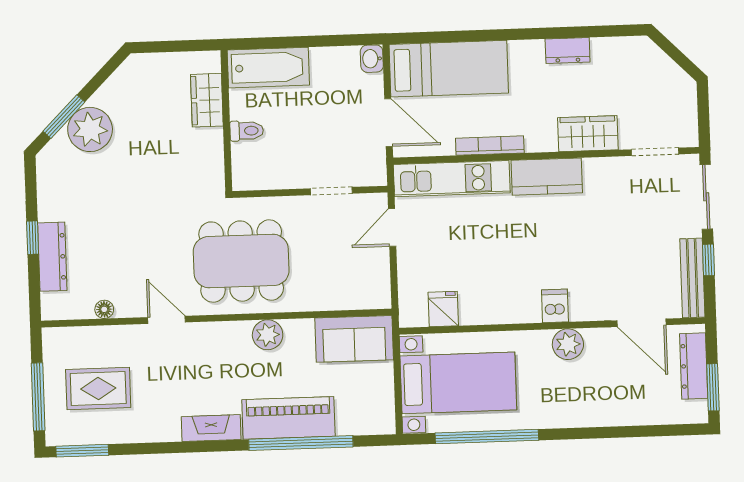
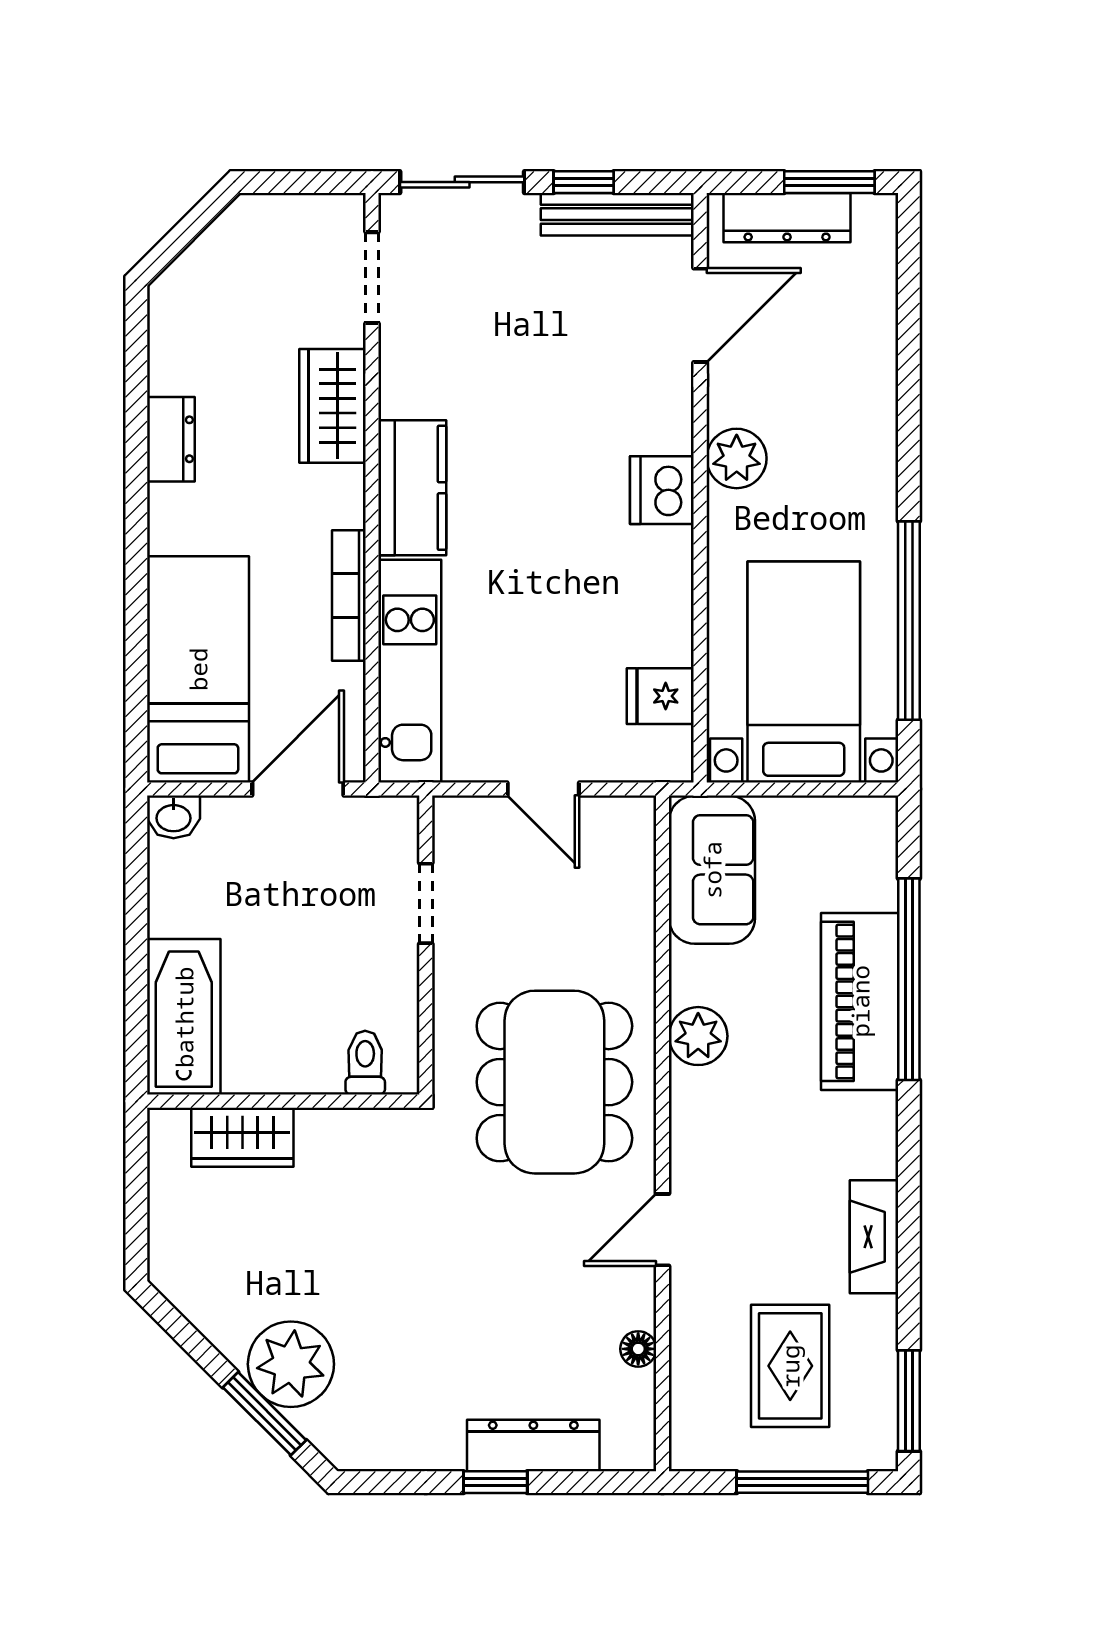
toilet: (247, 131) -> (365, 1063), moved
door: (392, 227) -> (543, 789), moved
dishwasher: (555, 306) -> (662, 490), width x1.38
fireplace: (211, 428) -> (874, 1237), moved

